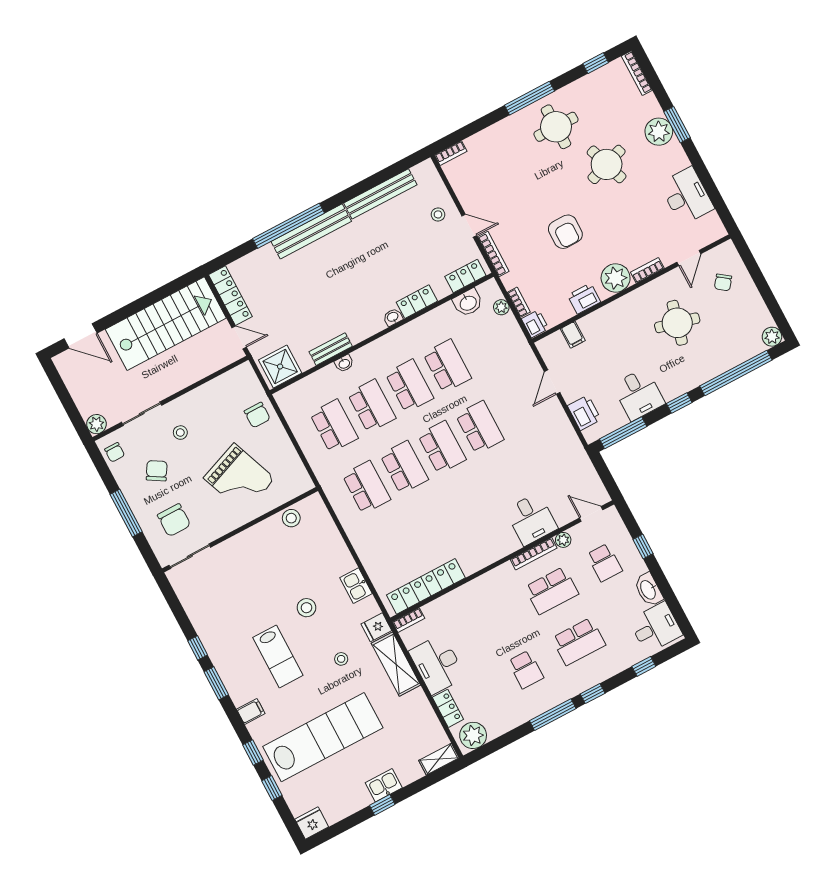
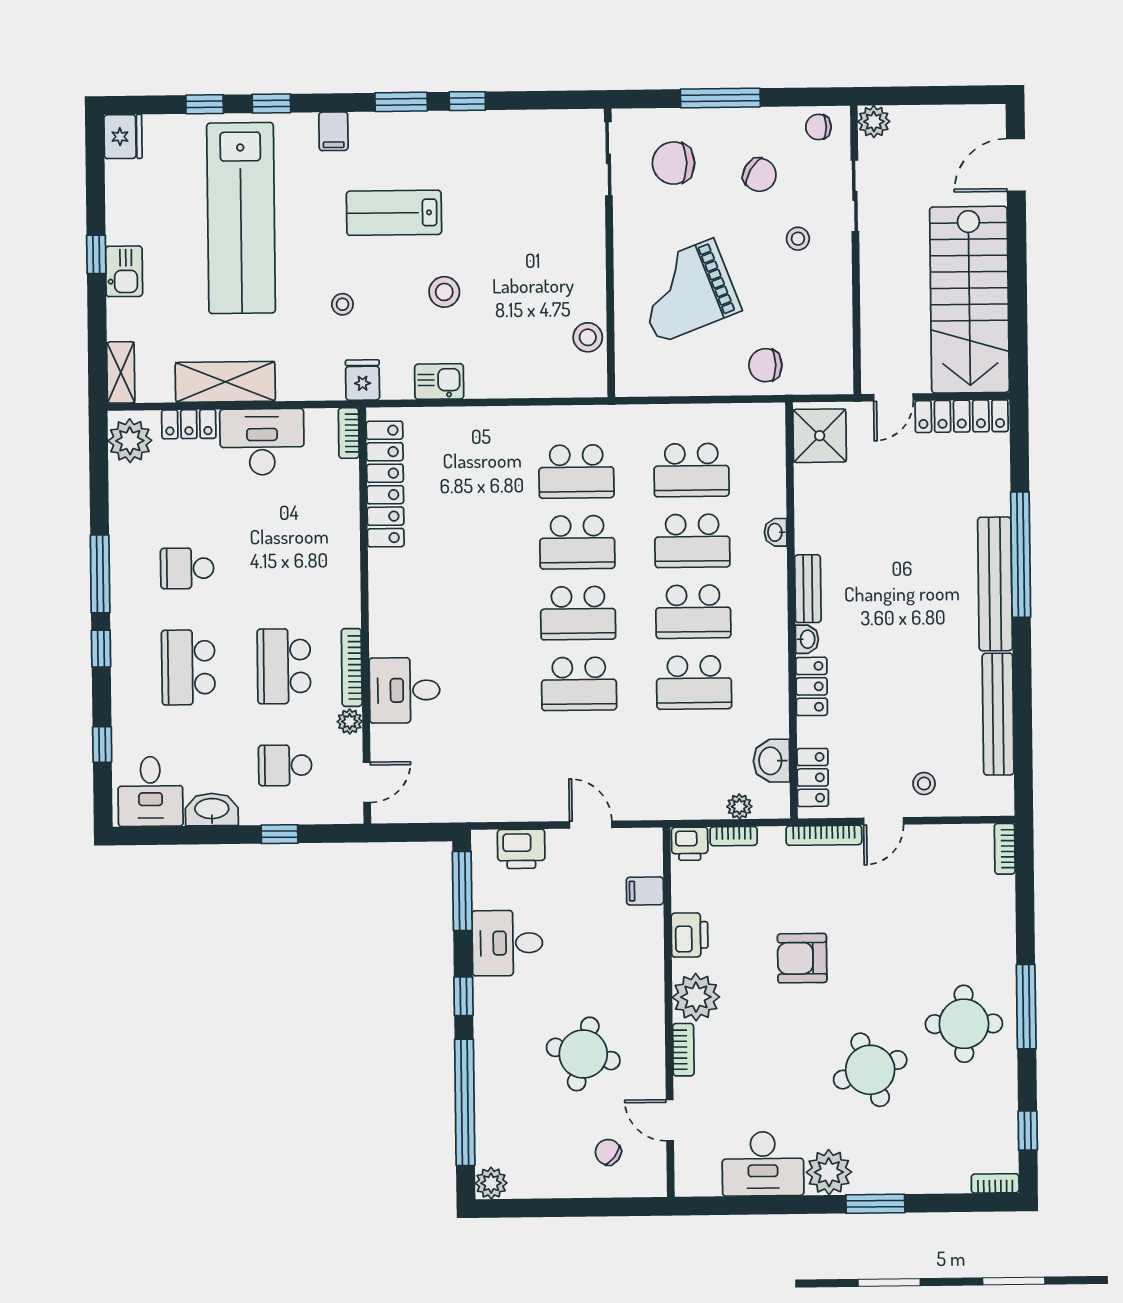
bookcase: (637, 73) -> (995, 1183), width x0.64
plant: (659, 132) -> (829, 1172), moved
bench: (331, 349) -> (808, 589), moved
shelving: (396, 664) -> (225, 382), moved

